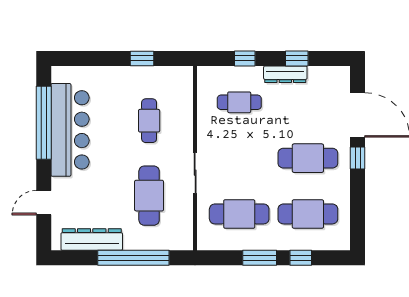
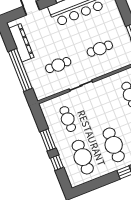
cafe table: (149, 196) -> (58, 65), width x0.73, depth x0.74
cafe table: (239, 214) -> (68, 119), width x0.73, depth x0.74

